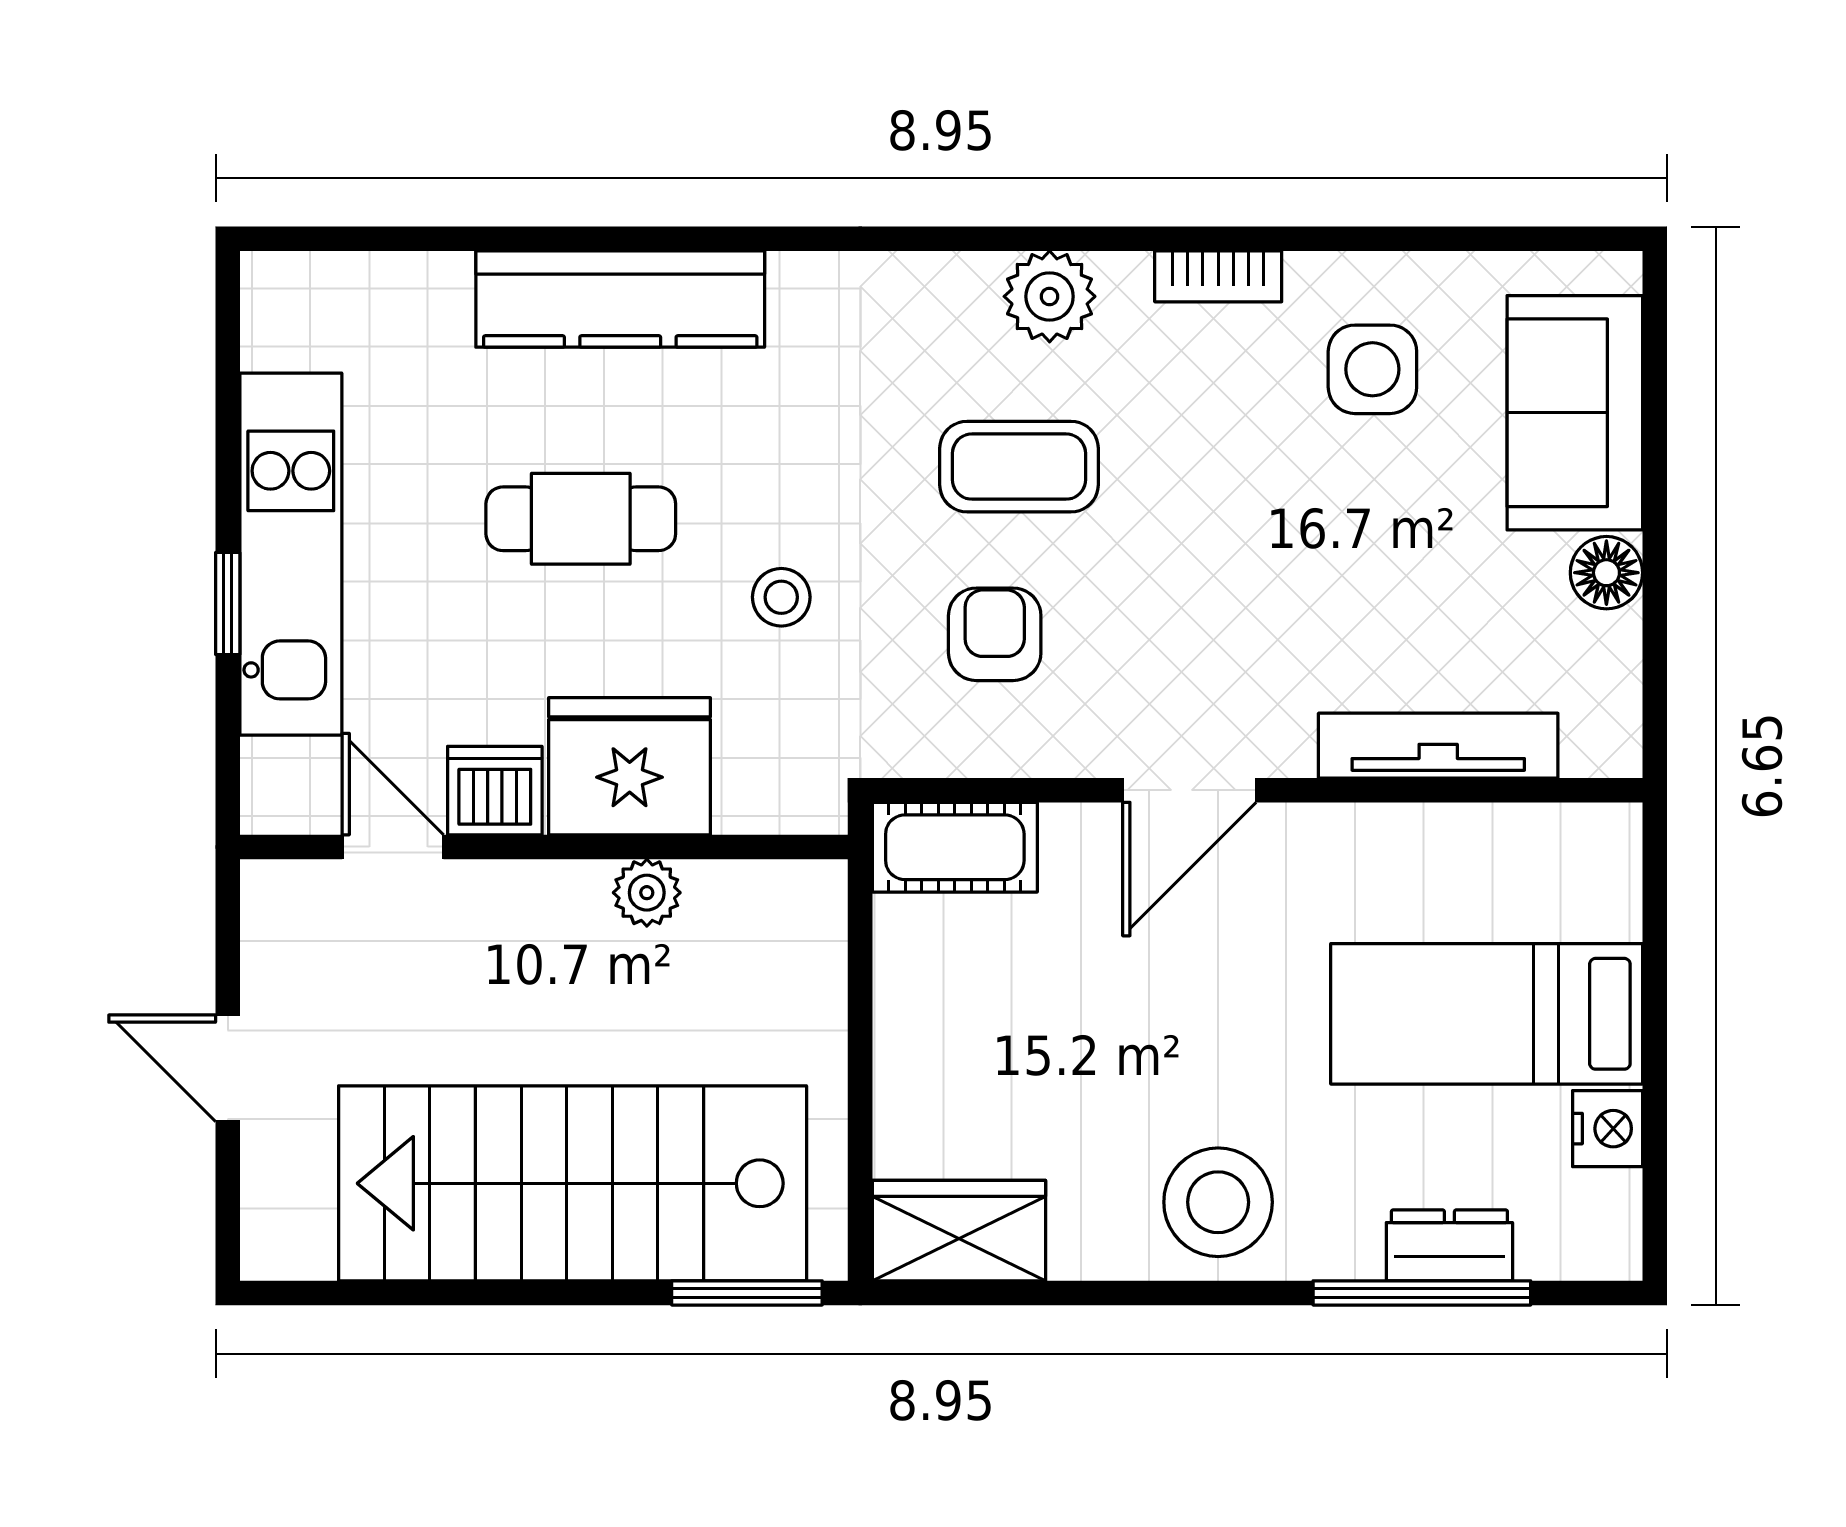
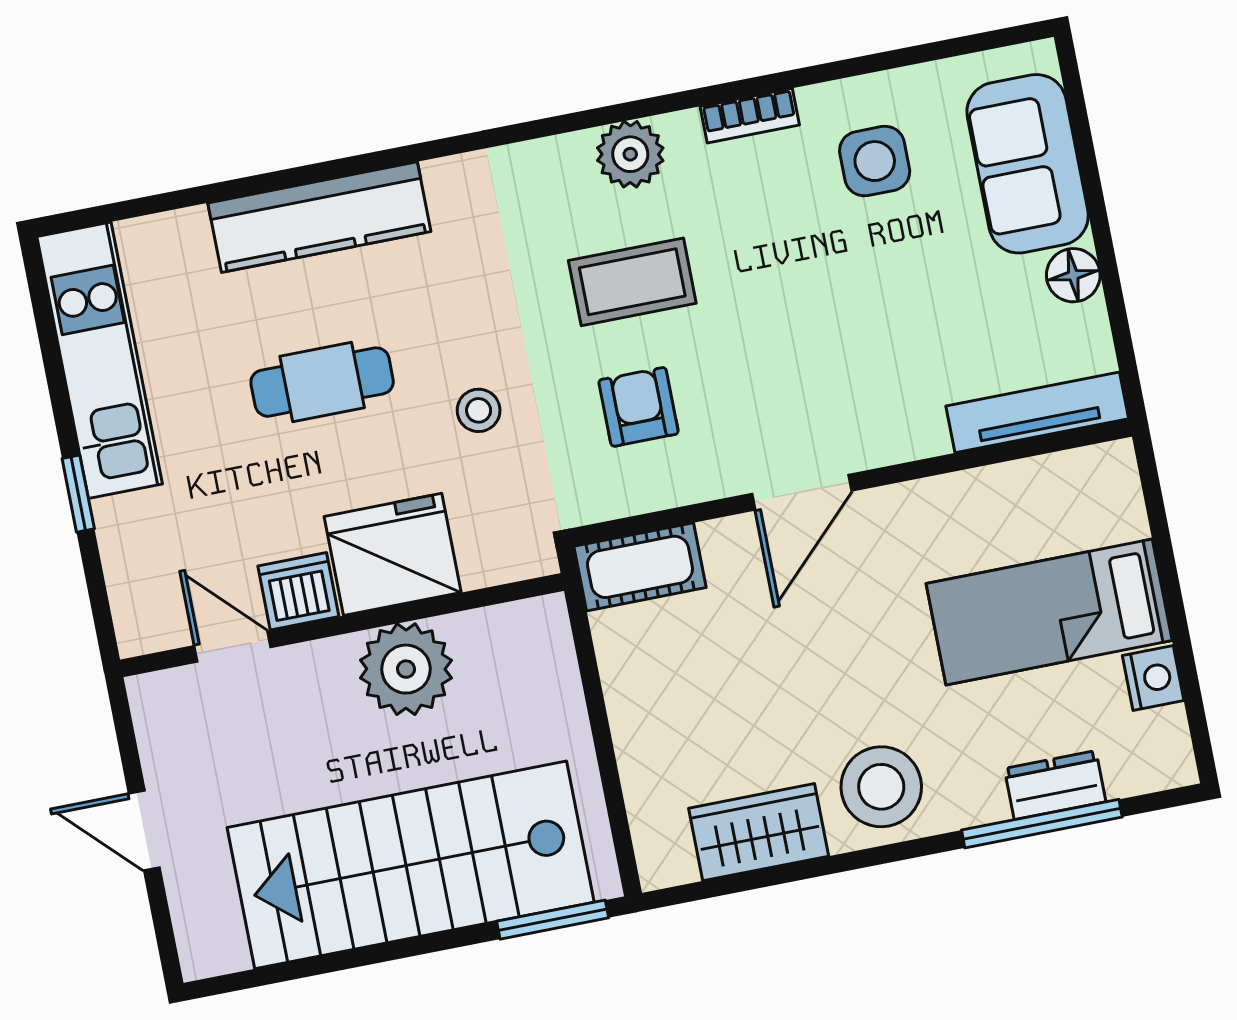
kitchen unit: (291, 554) -> (100, 360), moved
tv unit: (1438, 746) -> (1037, 412), moved
plant: (647, 893) -> (406, 669), width x1.87, depth x1.87
wardrobe: (959, 1231) -> (759, 832), moved

